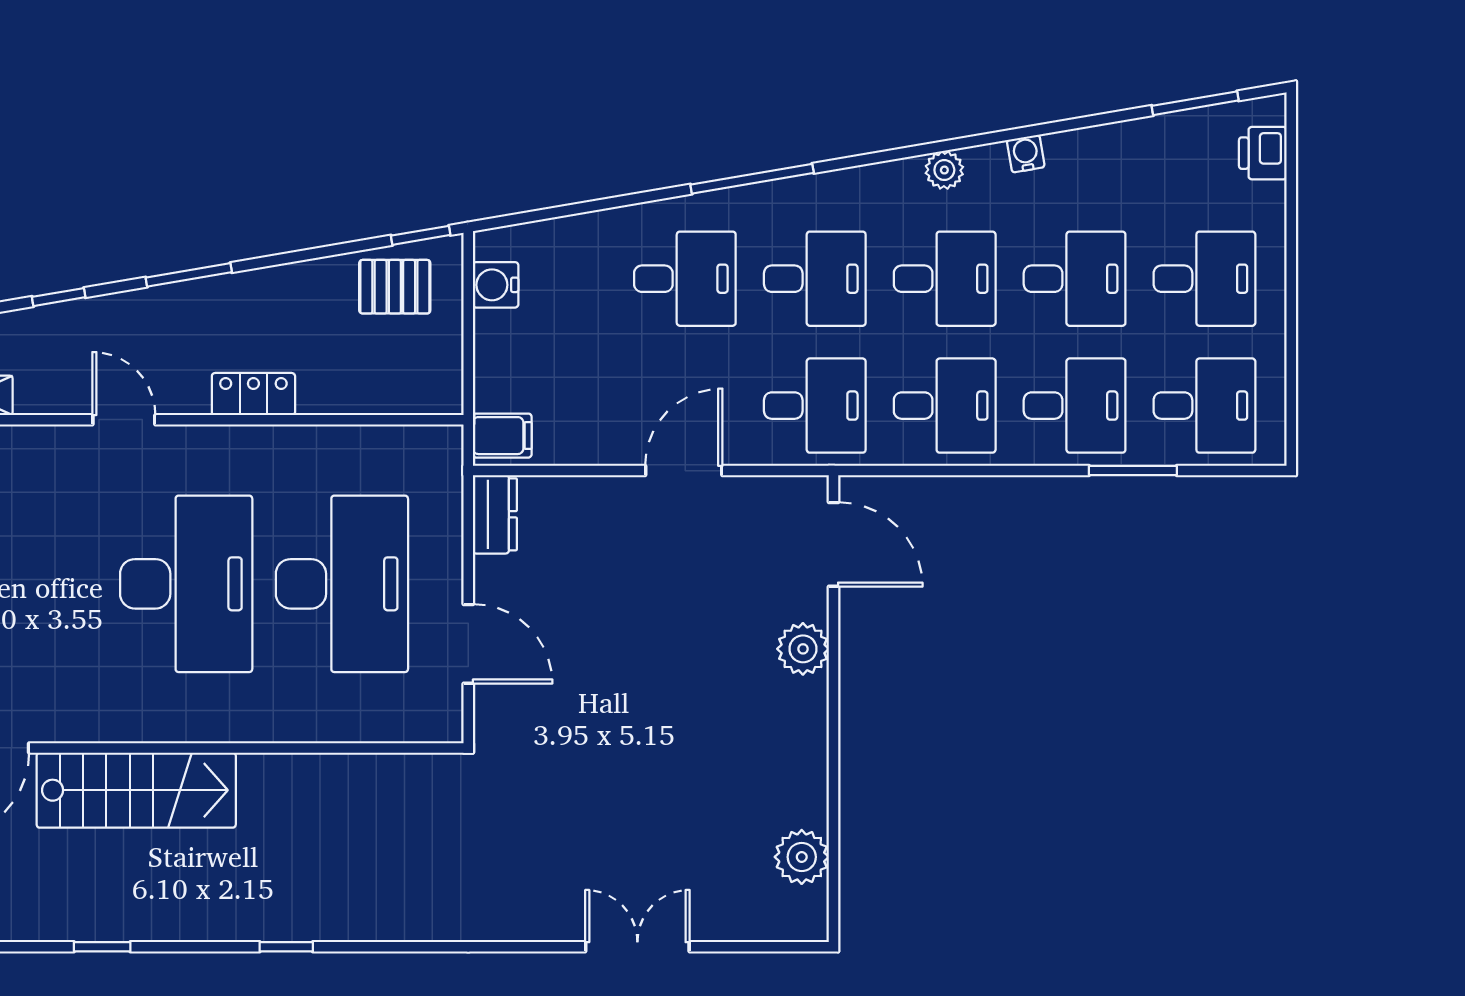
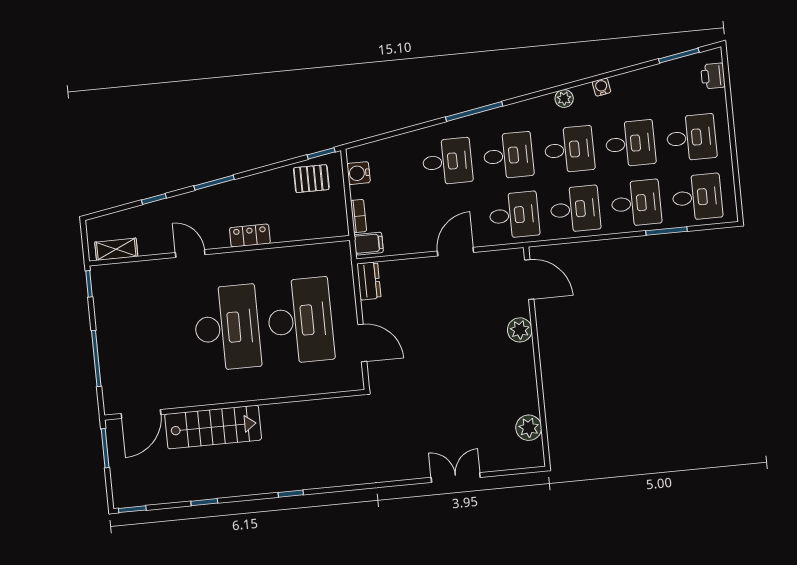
bookcase: (487, 375) -> (359, 216), added

